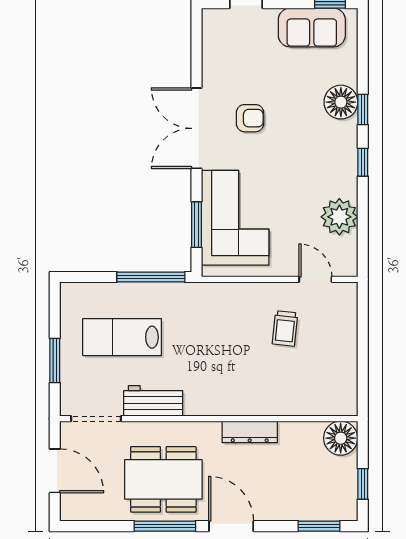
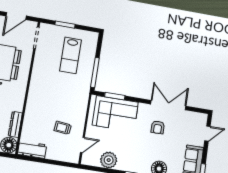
double door: (196, 128) -> (168, 105), moved
lab bench: (122, 337) -> (71, 55), turned 180
workbench: (153, 401) -> (32, 150), moved, turned -90
dresser: (250, 432) -> (15, 124), moved

